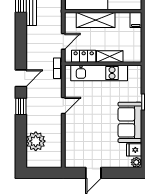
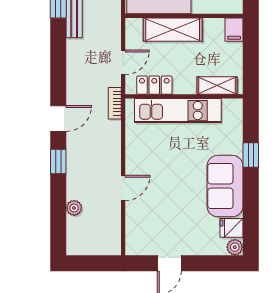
shelving: (110, 57) -> (217, 85), moved
door: (63, 105) -> (123, 188), moved
plant: (36, 141) -> (74, 208), width x0.53, depth x0.53

